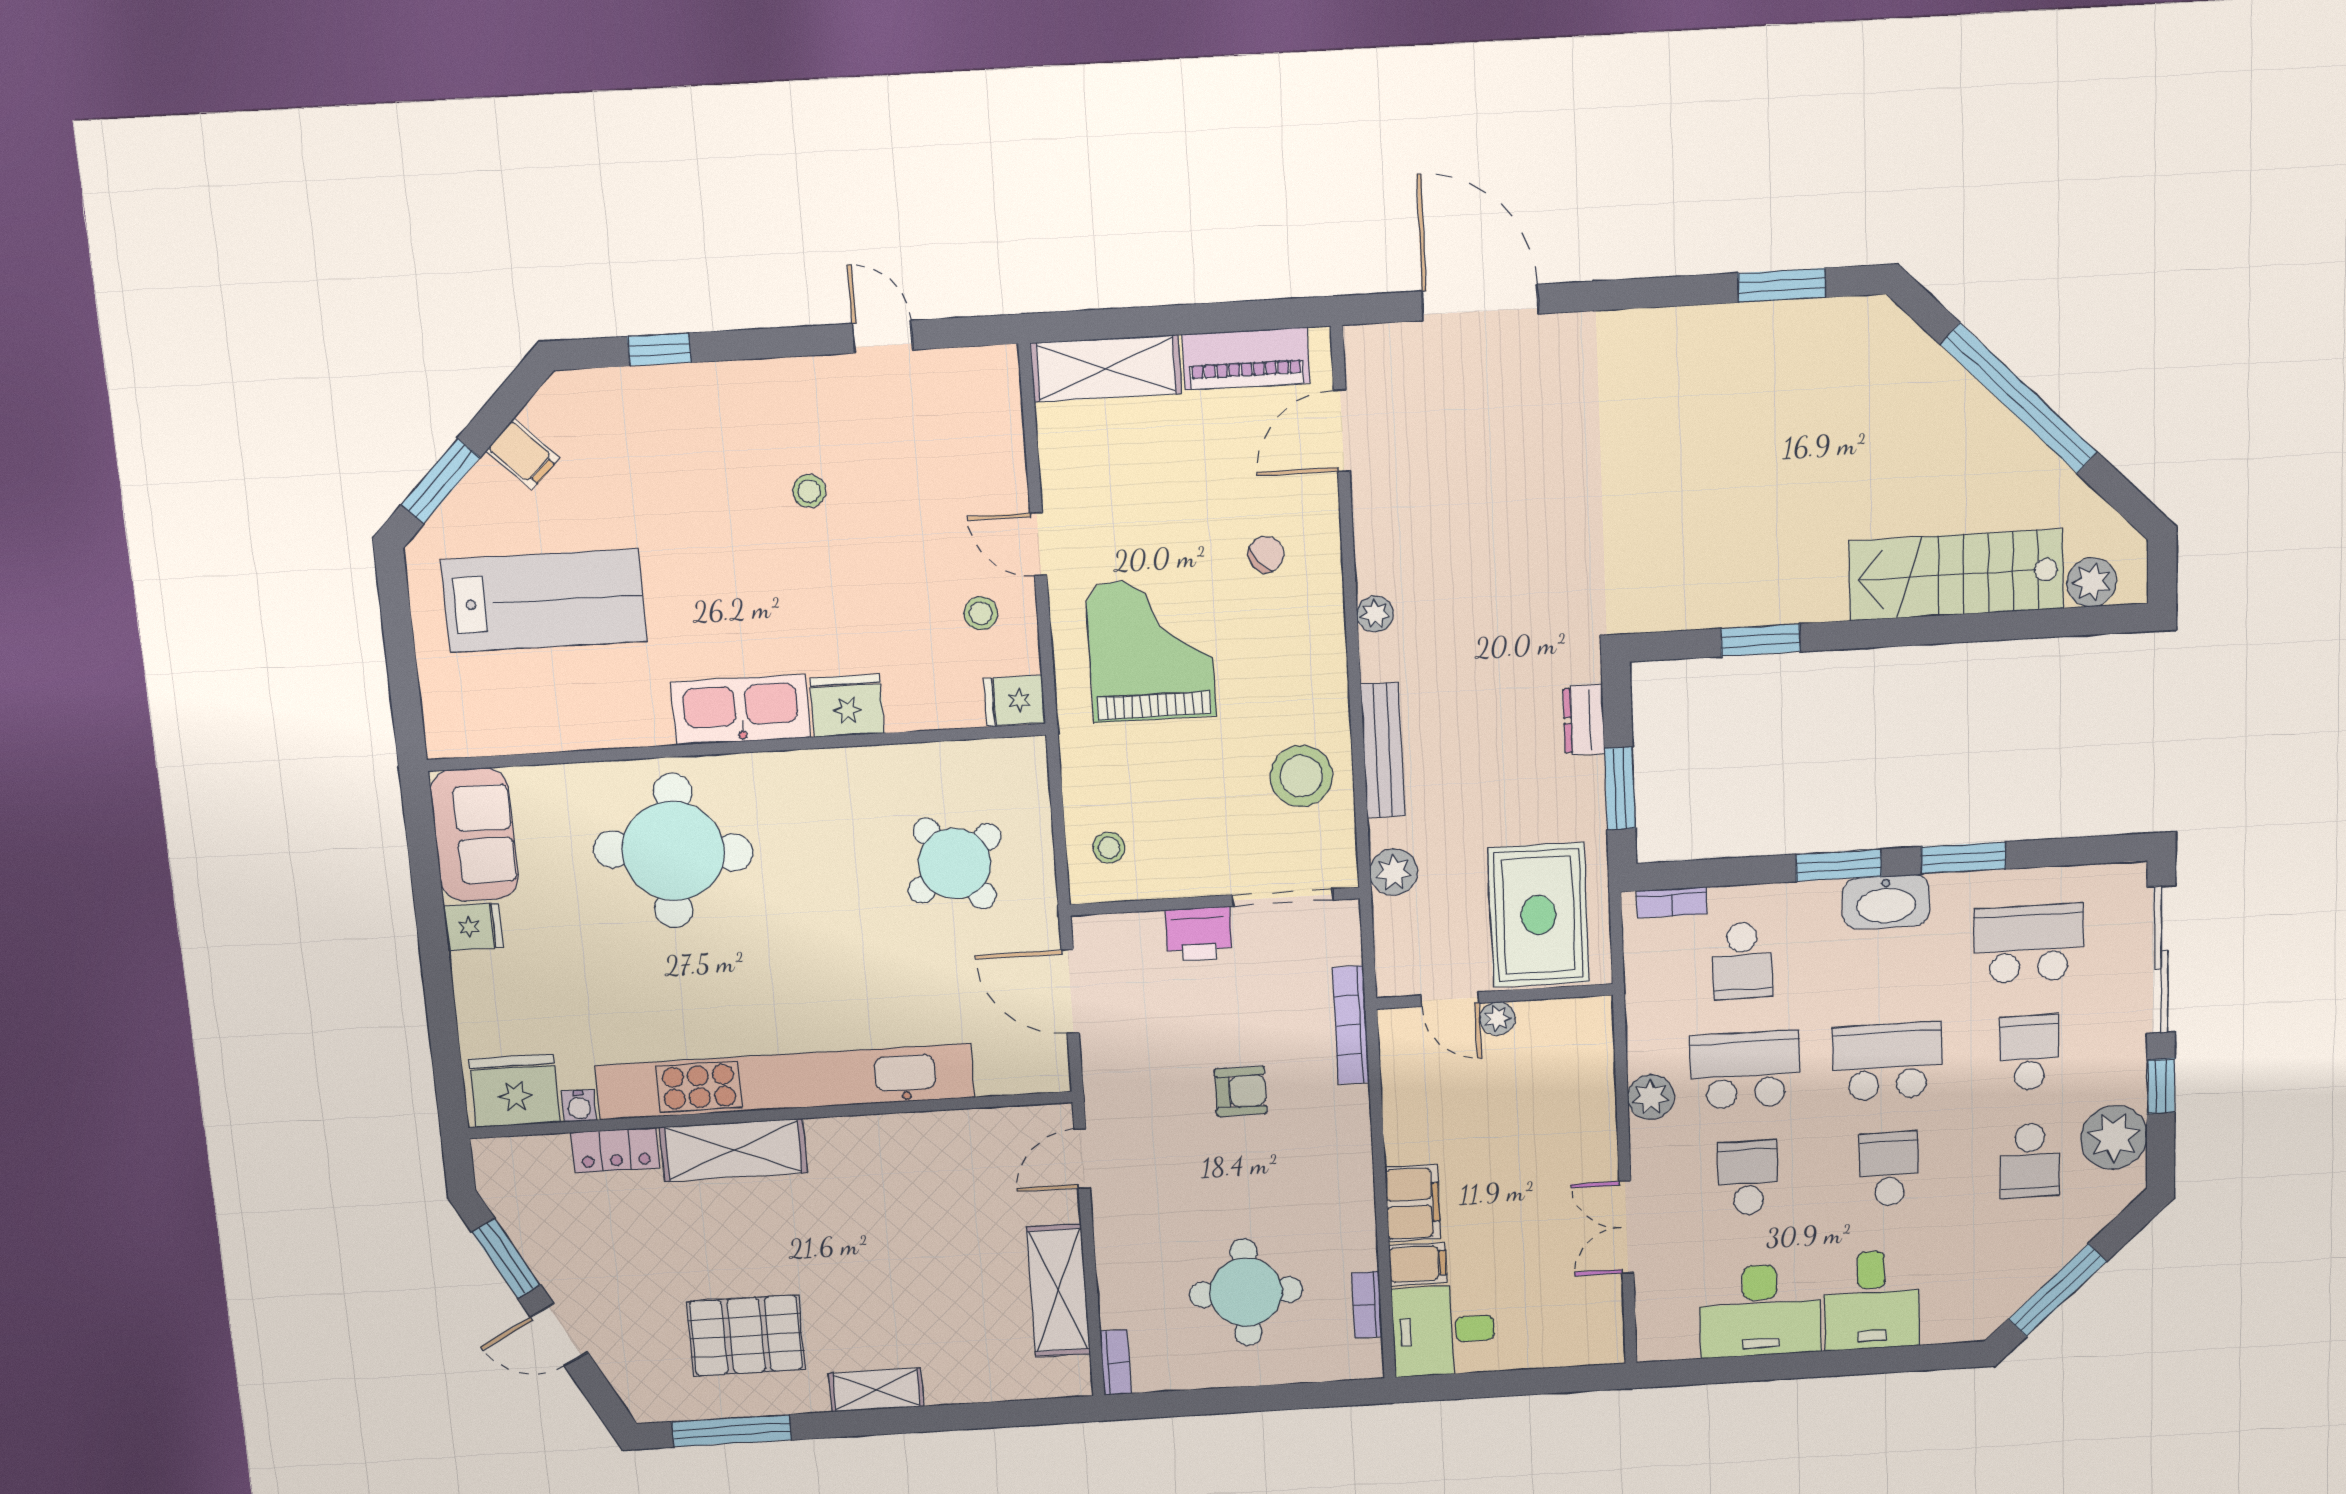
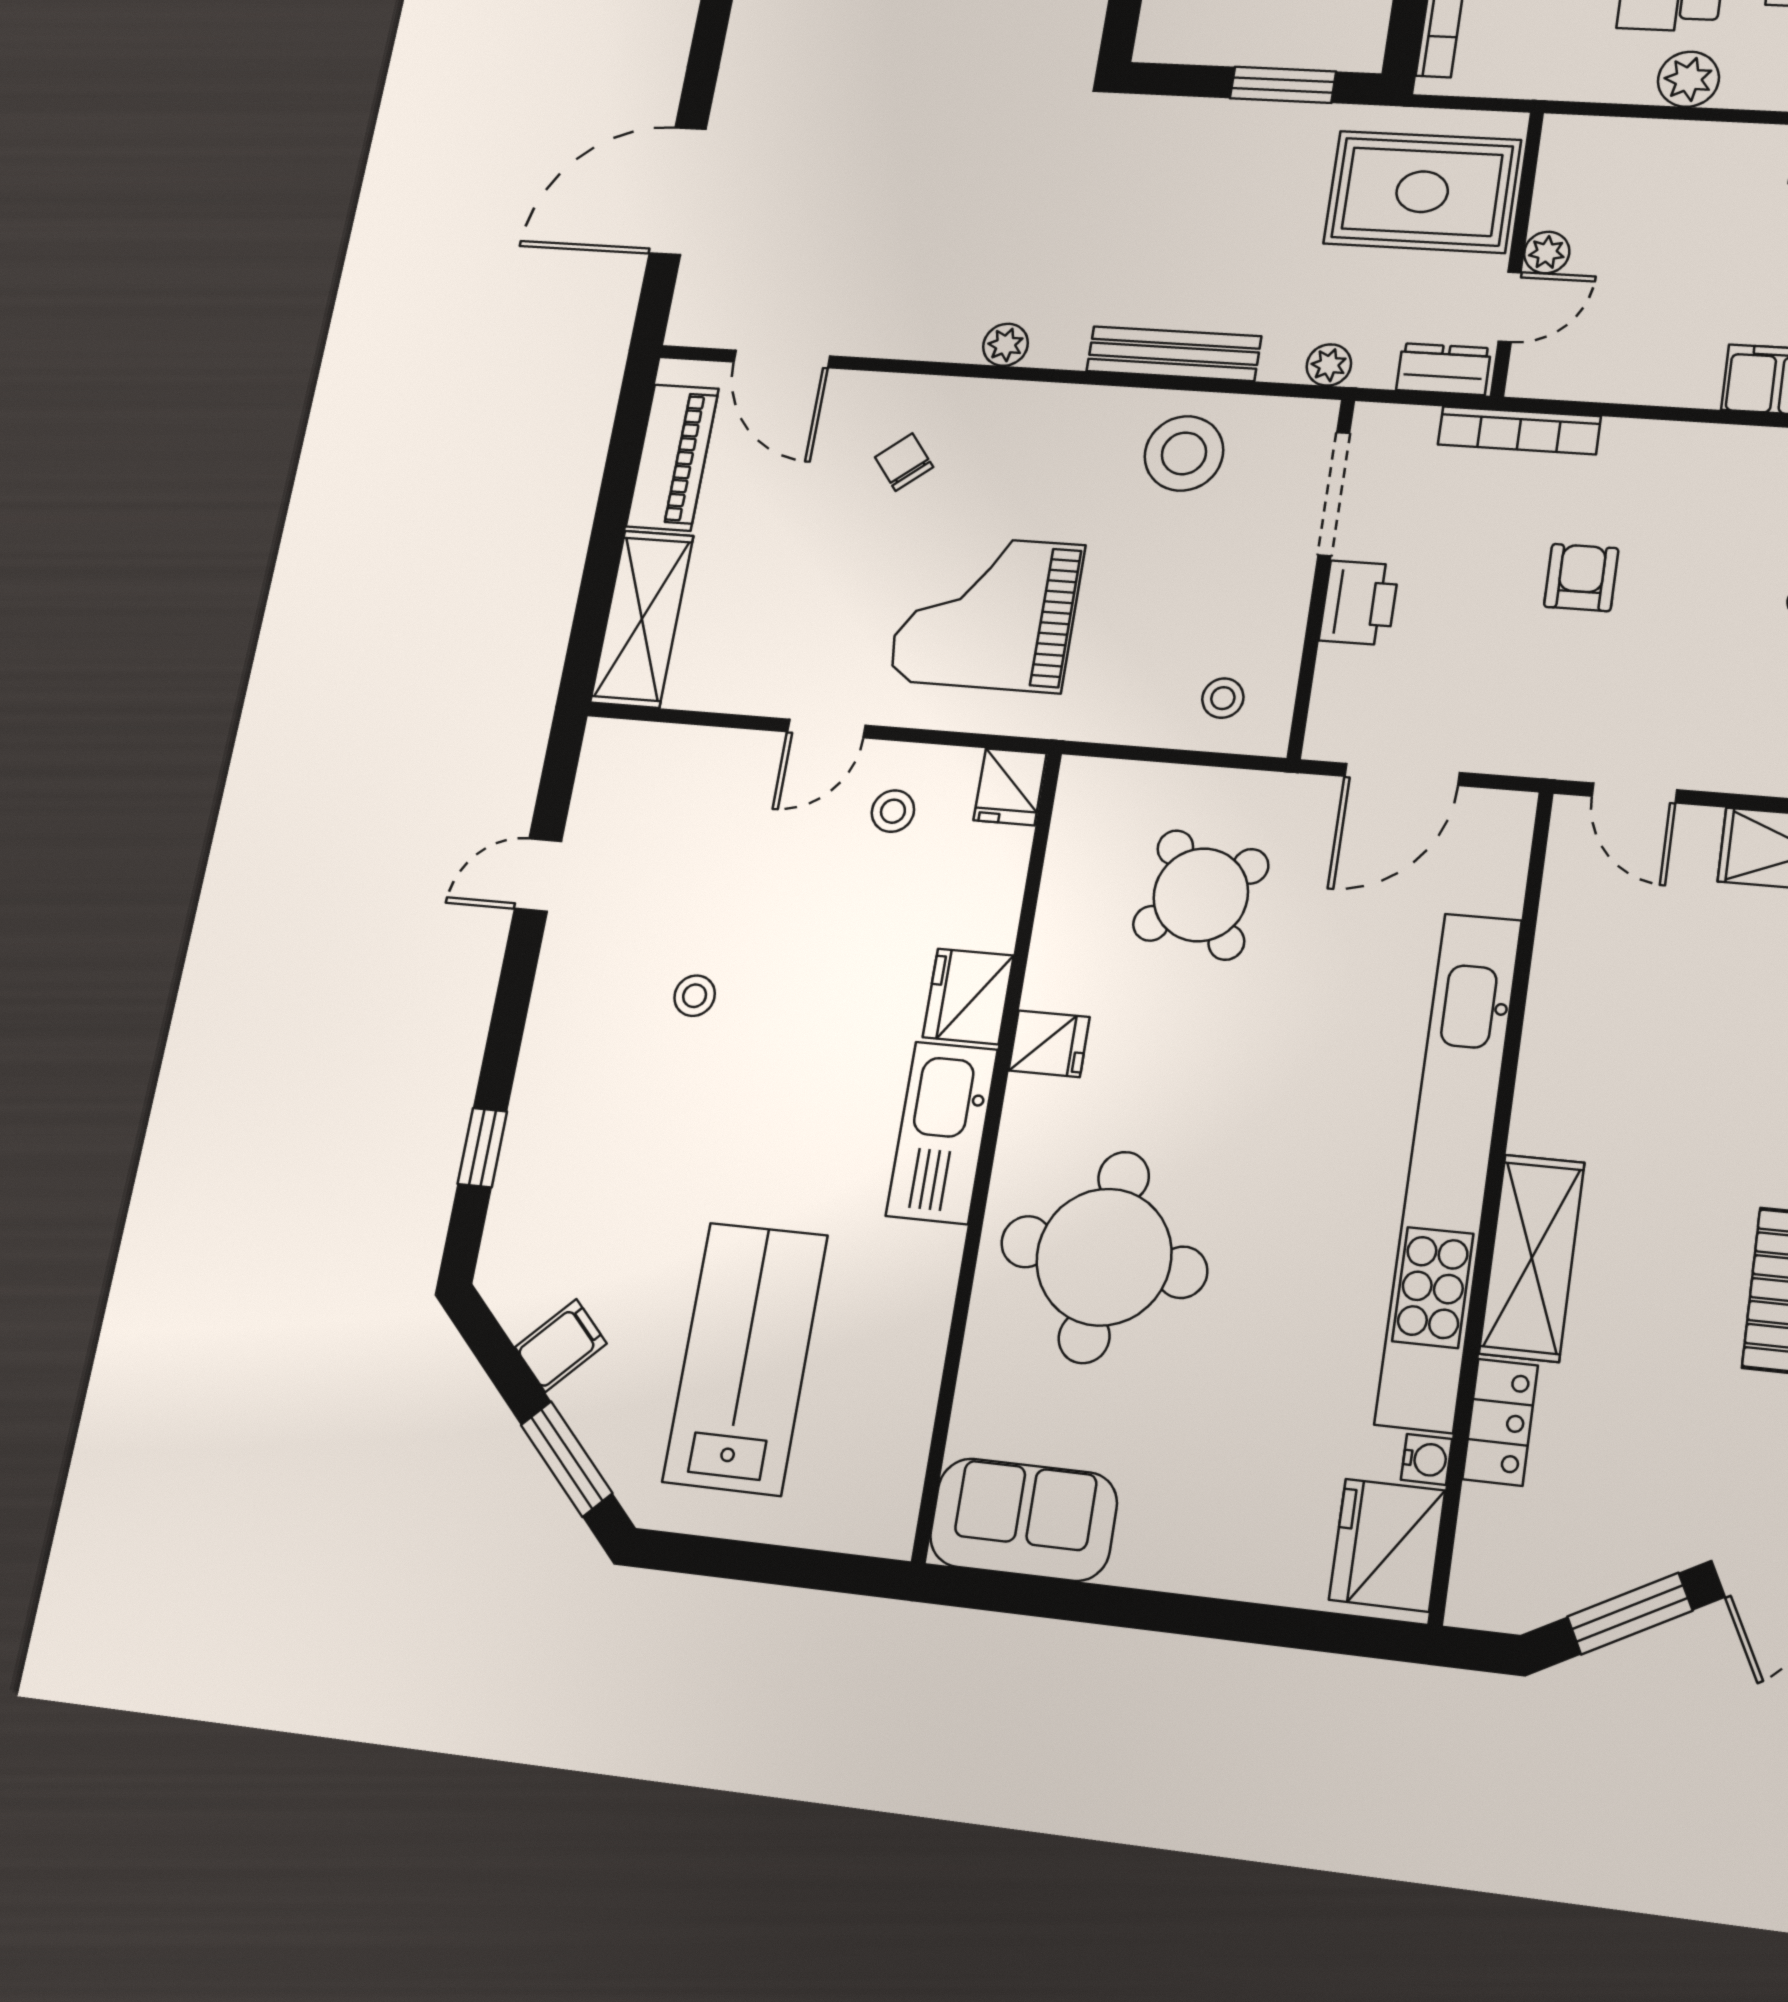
dresser: (1584, 720) -> (1444, 369), moved, turned 180
plant: (1394, 872) -> (1329, 365), width x0.73, depth x0.73
fridge: (473, 927) -> (1049, 1044), moved, turned 90

